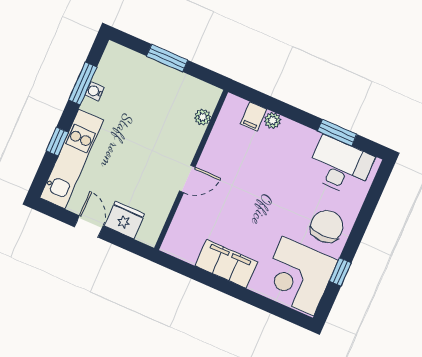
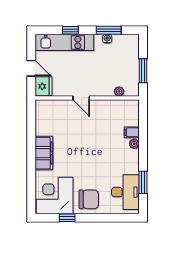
plant: (203, 117) -> (119, 91), moved
wall: (191, 170) -> (87, 98), moved
door: (187, 179) -> (81, 98), moved
door: (89, 226) -> (31, 68), hinge flipped

